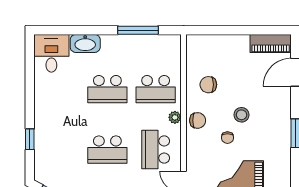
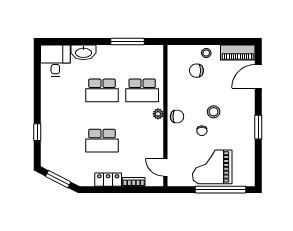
stool: (233, 44) -> (206, 53), added
chair: (208, 85) -> (196, 71), moved
school desk: (156, 150) -> (142, 141), removed

